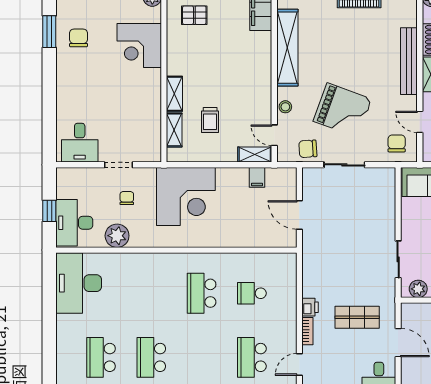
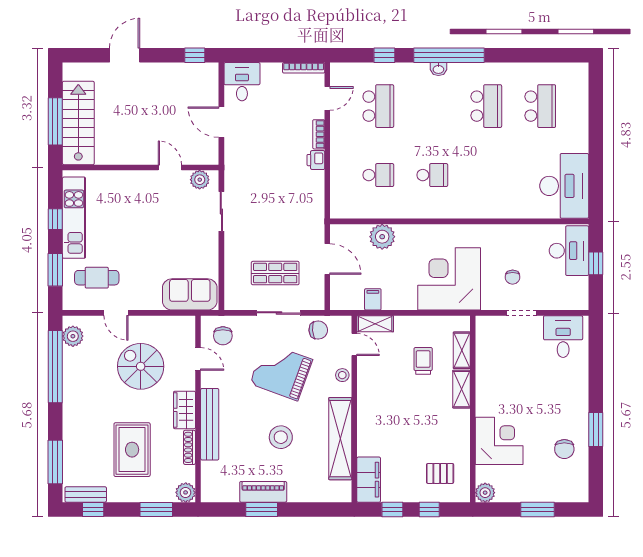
window: (49, 32) -> (596, 429), moved
stool: (343, 49) -> (281, 437), added
plant: (117, 236) -> (382, 237), moved
school desk: (202, 293) -> (432, 175), width x0.54
shop shelf: (357, 317) -> (275, 273), moved

